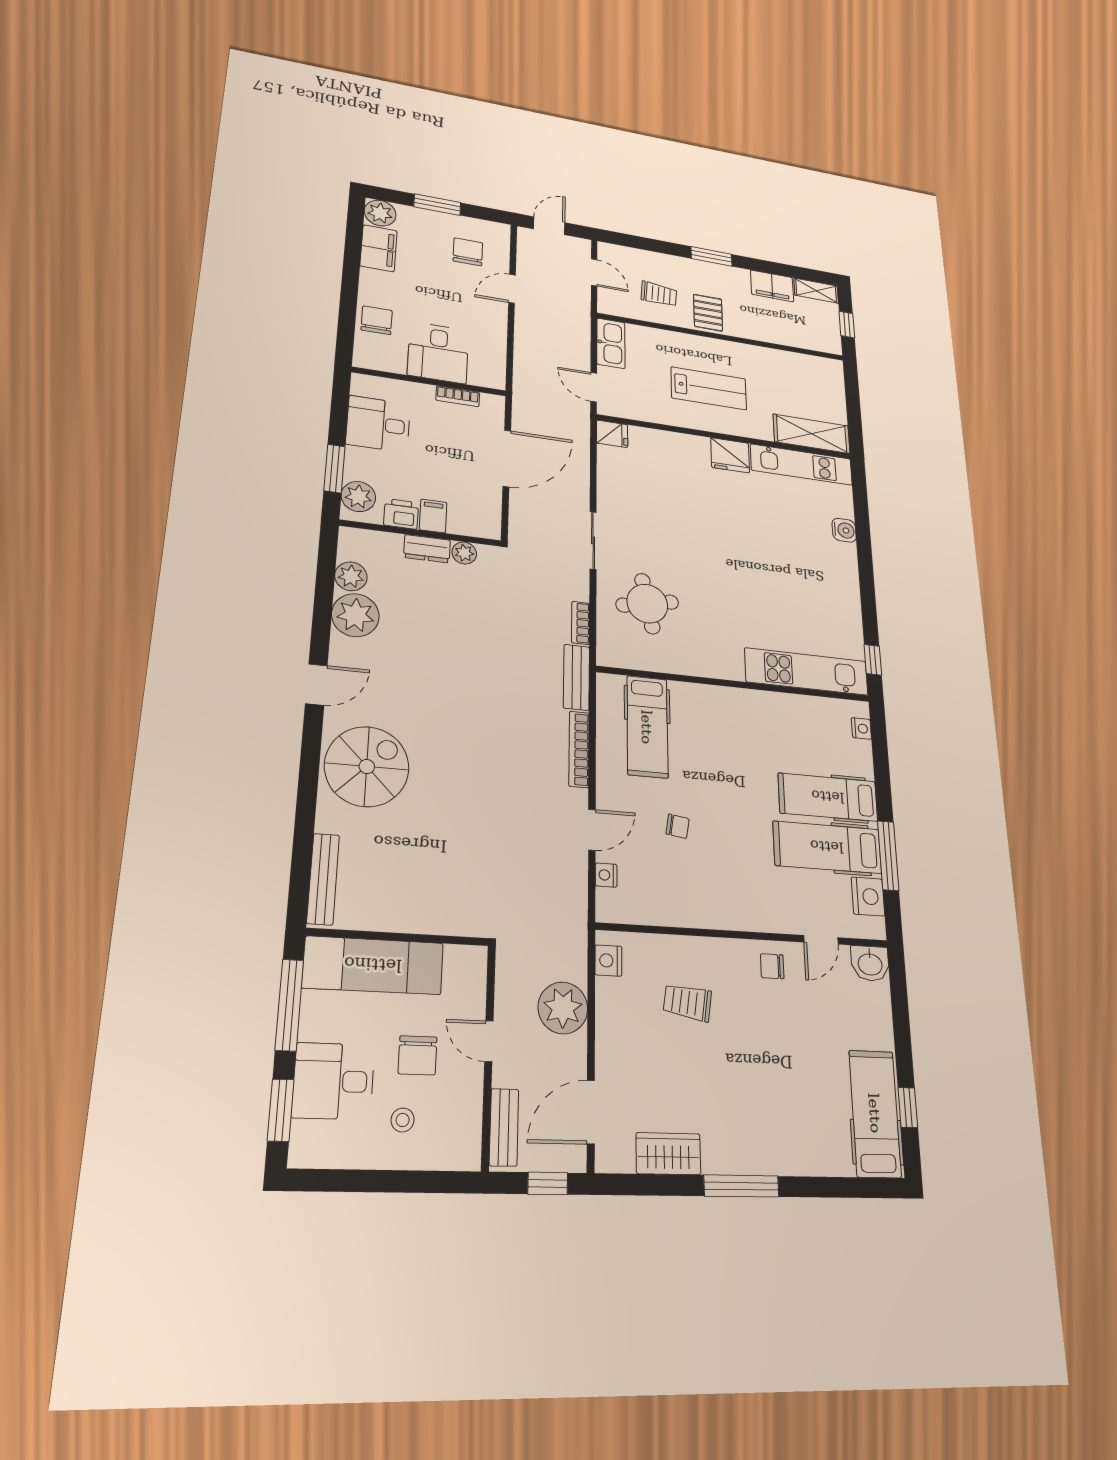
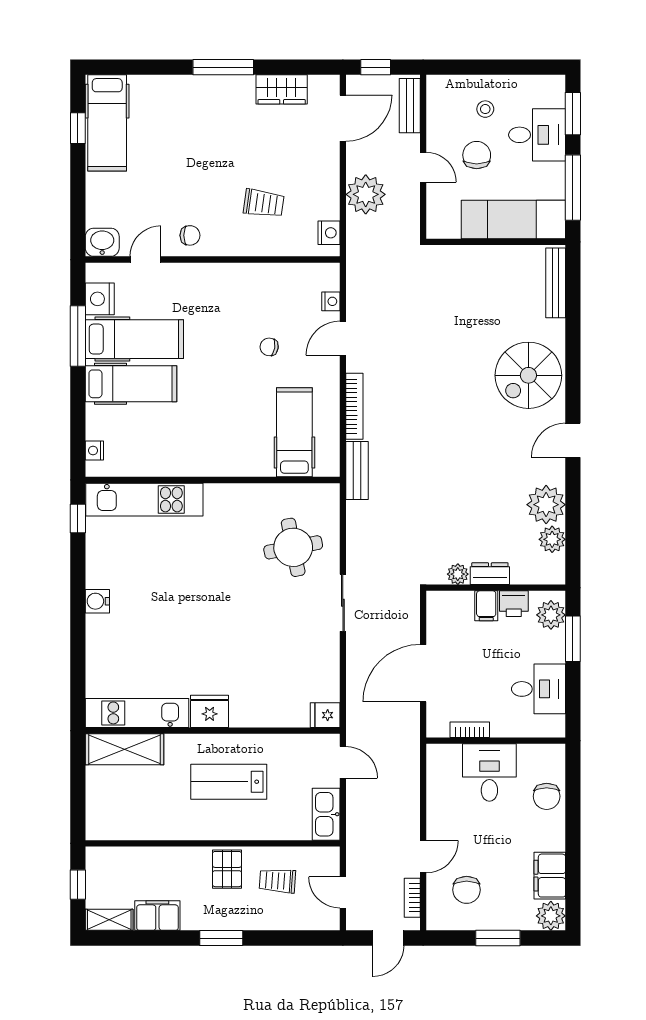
water cooler: (844, 530) -> (97, 601), moved
bookcase: (581, 623) -> (412, 898), moved, turned 180

